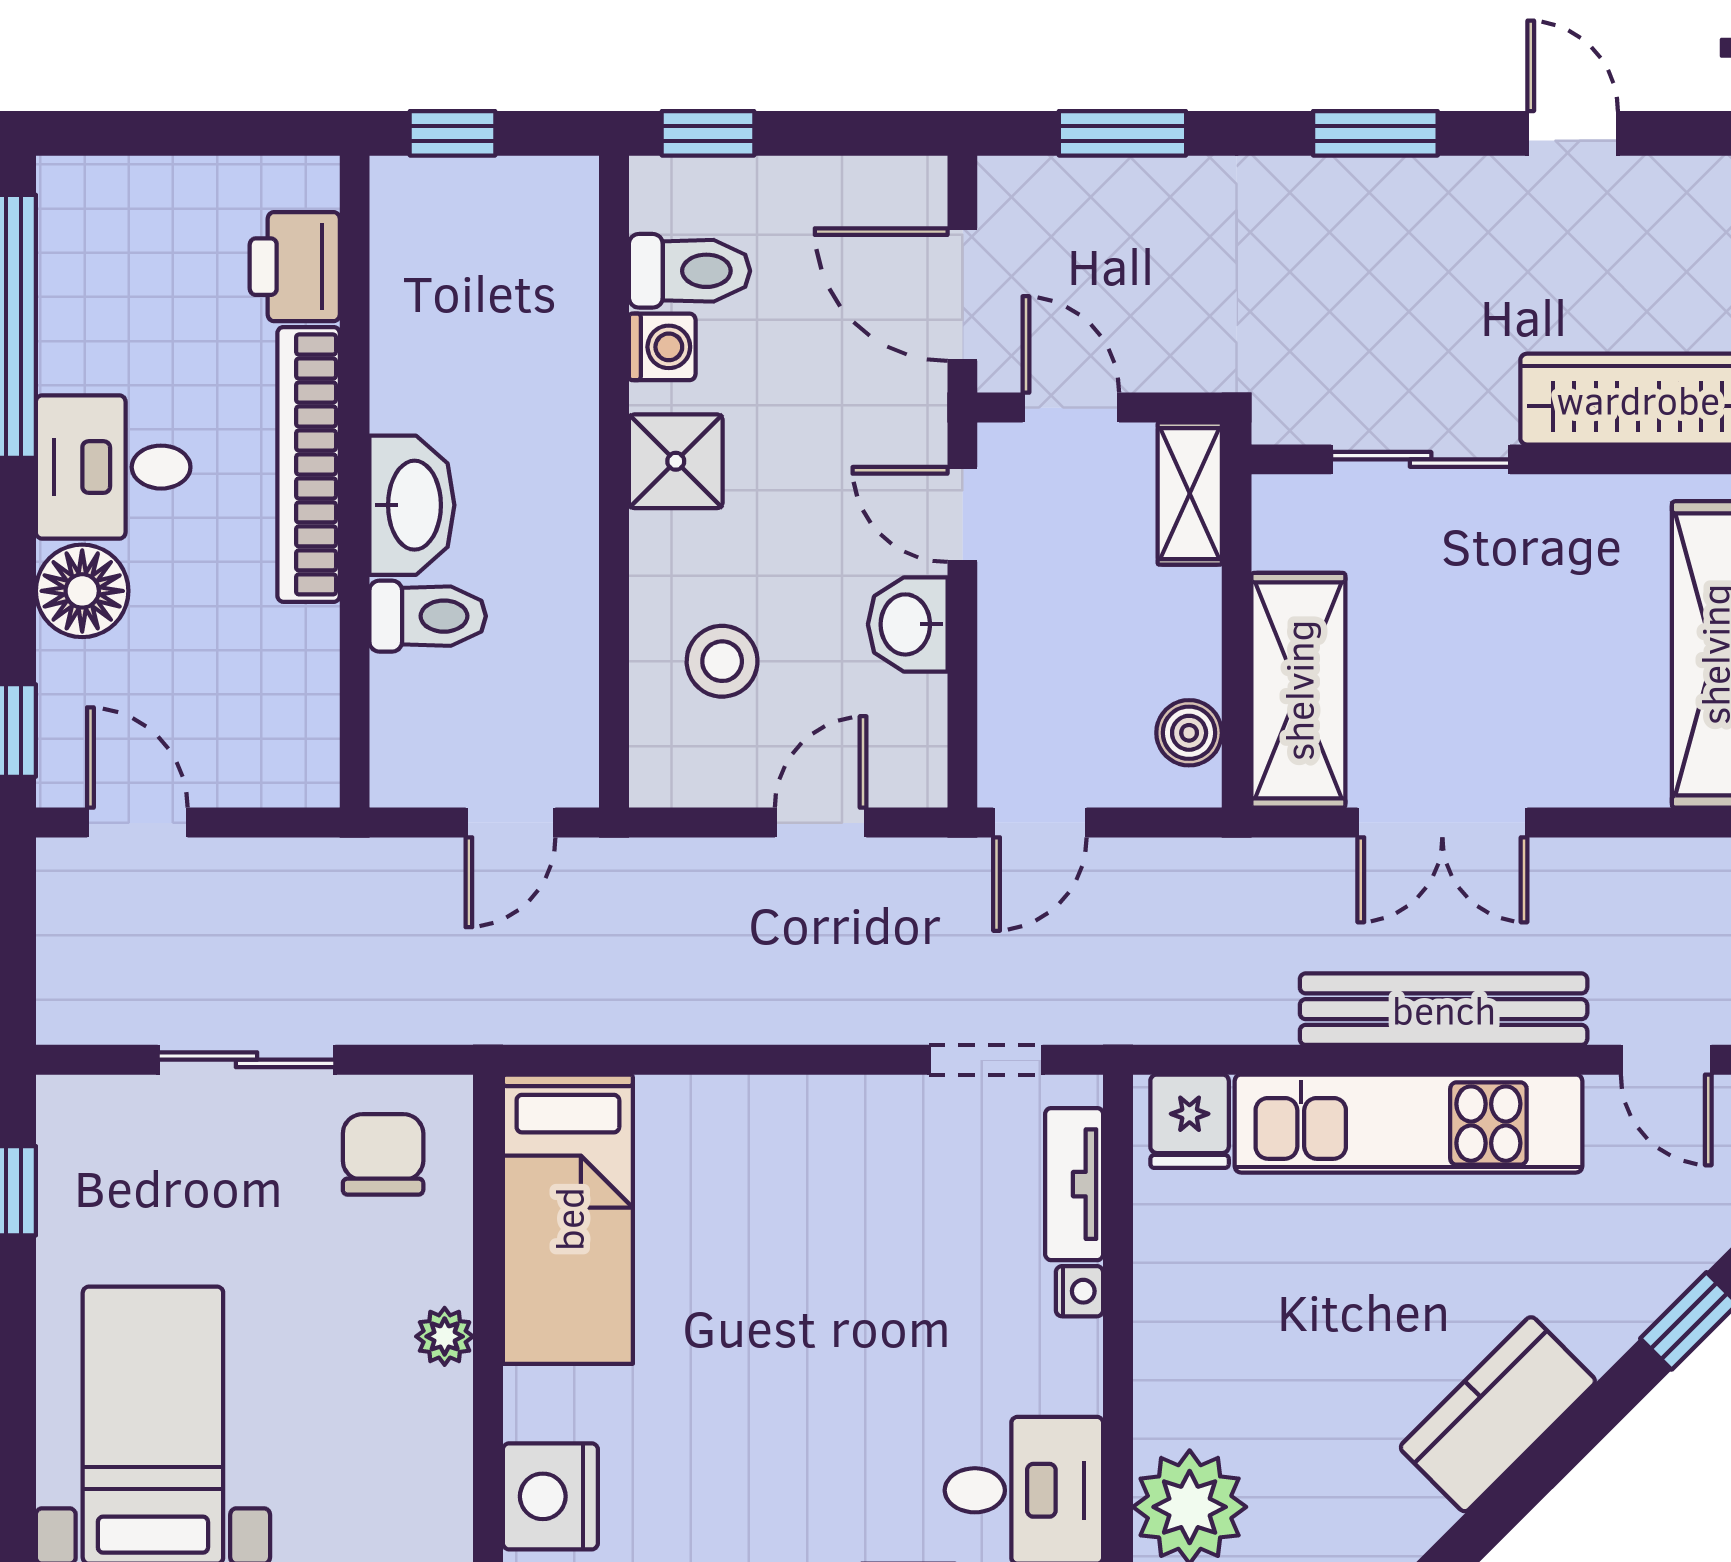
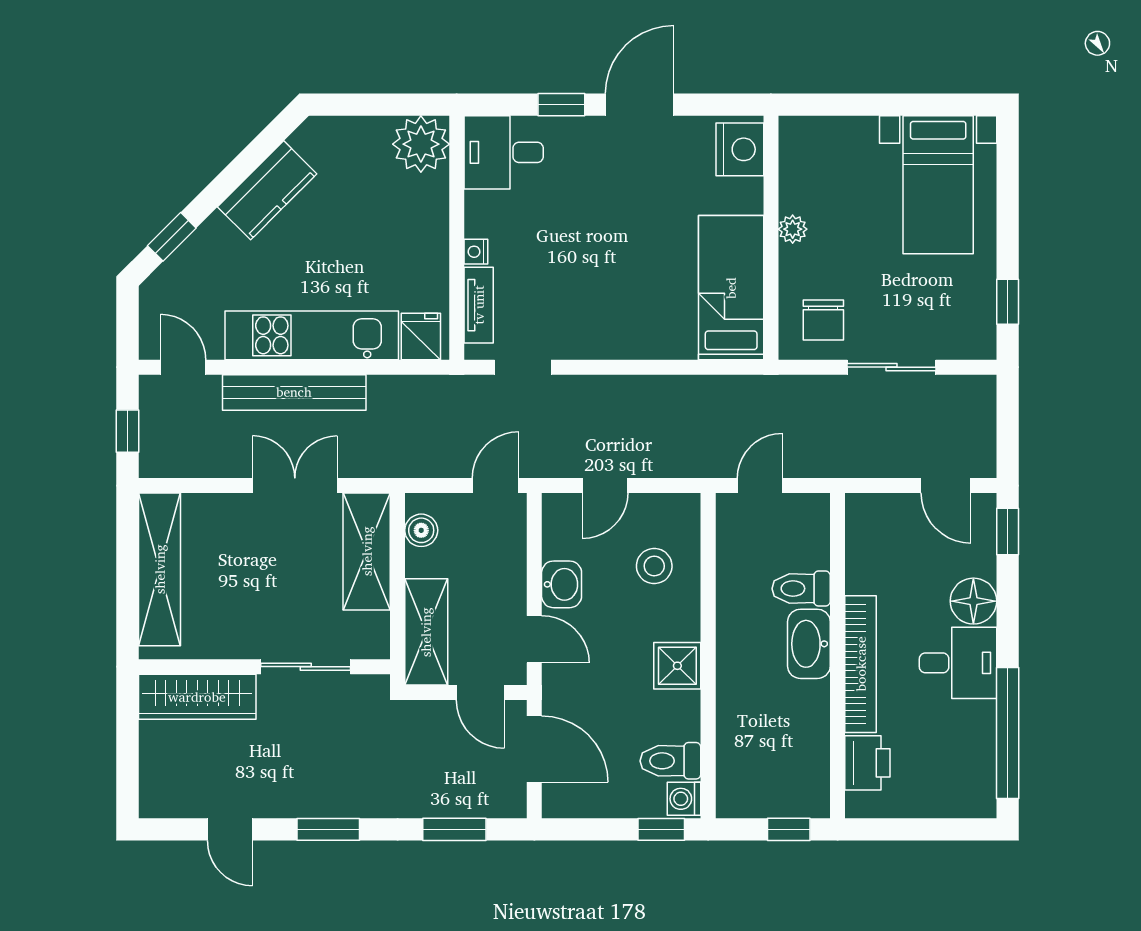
washing machine: (662, 347) -> (684, 799), moved
shelving: (1190, 494) -> (426, 632), width x1.50, depth x1.33

